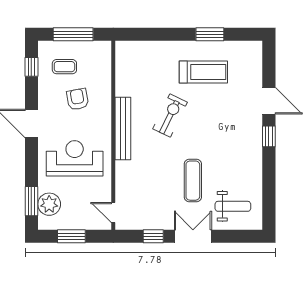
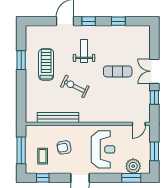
bench: (123, 129) -> (58, 117), moved
reception desk: (75, 158) -> (103, 149), turned 180
window: (269, 182) -> (118, 21), added
weight bench: (233, 206) -> (84, 51), moved

